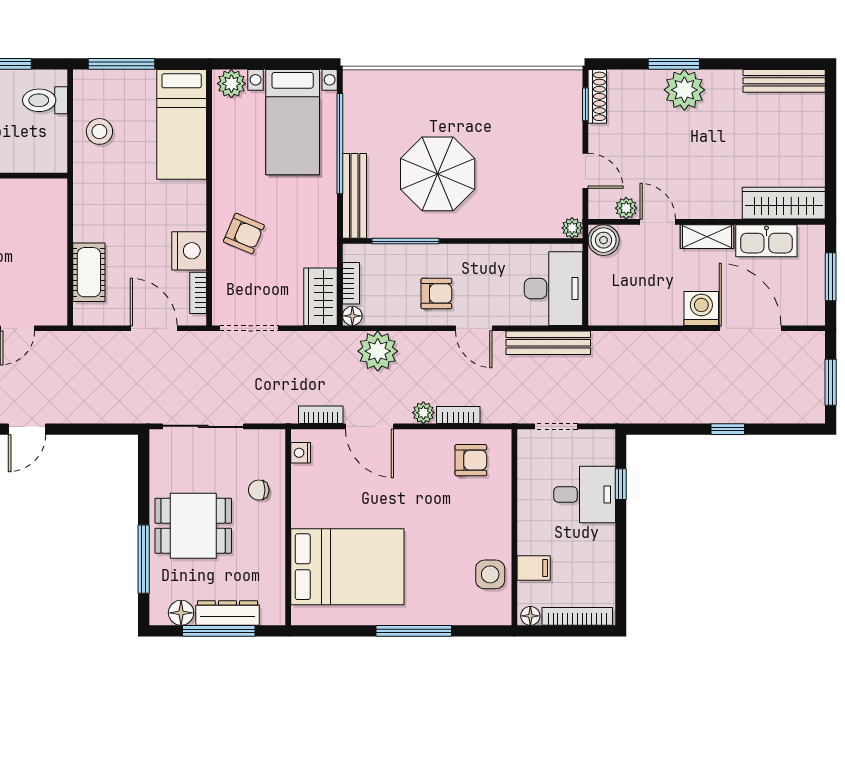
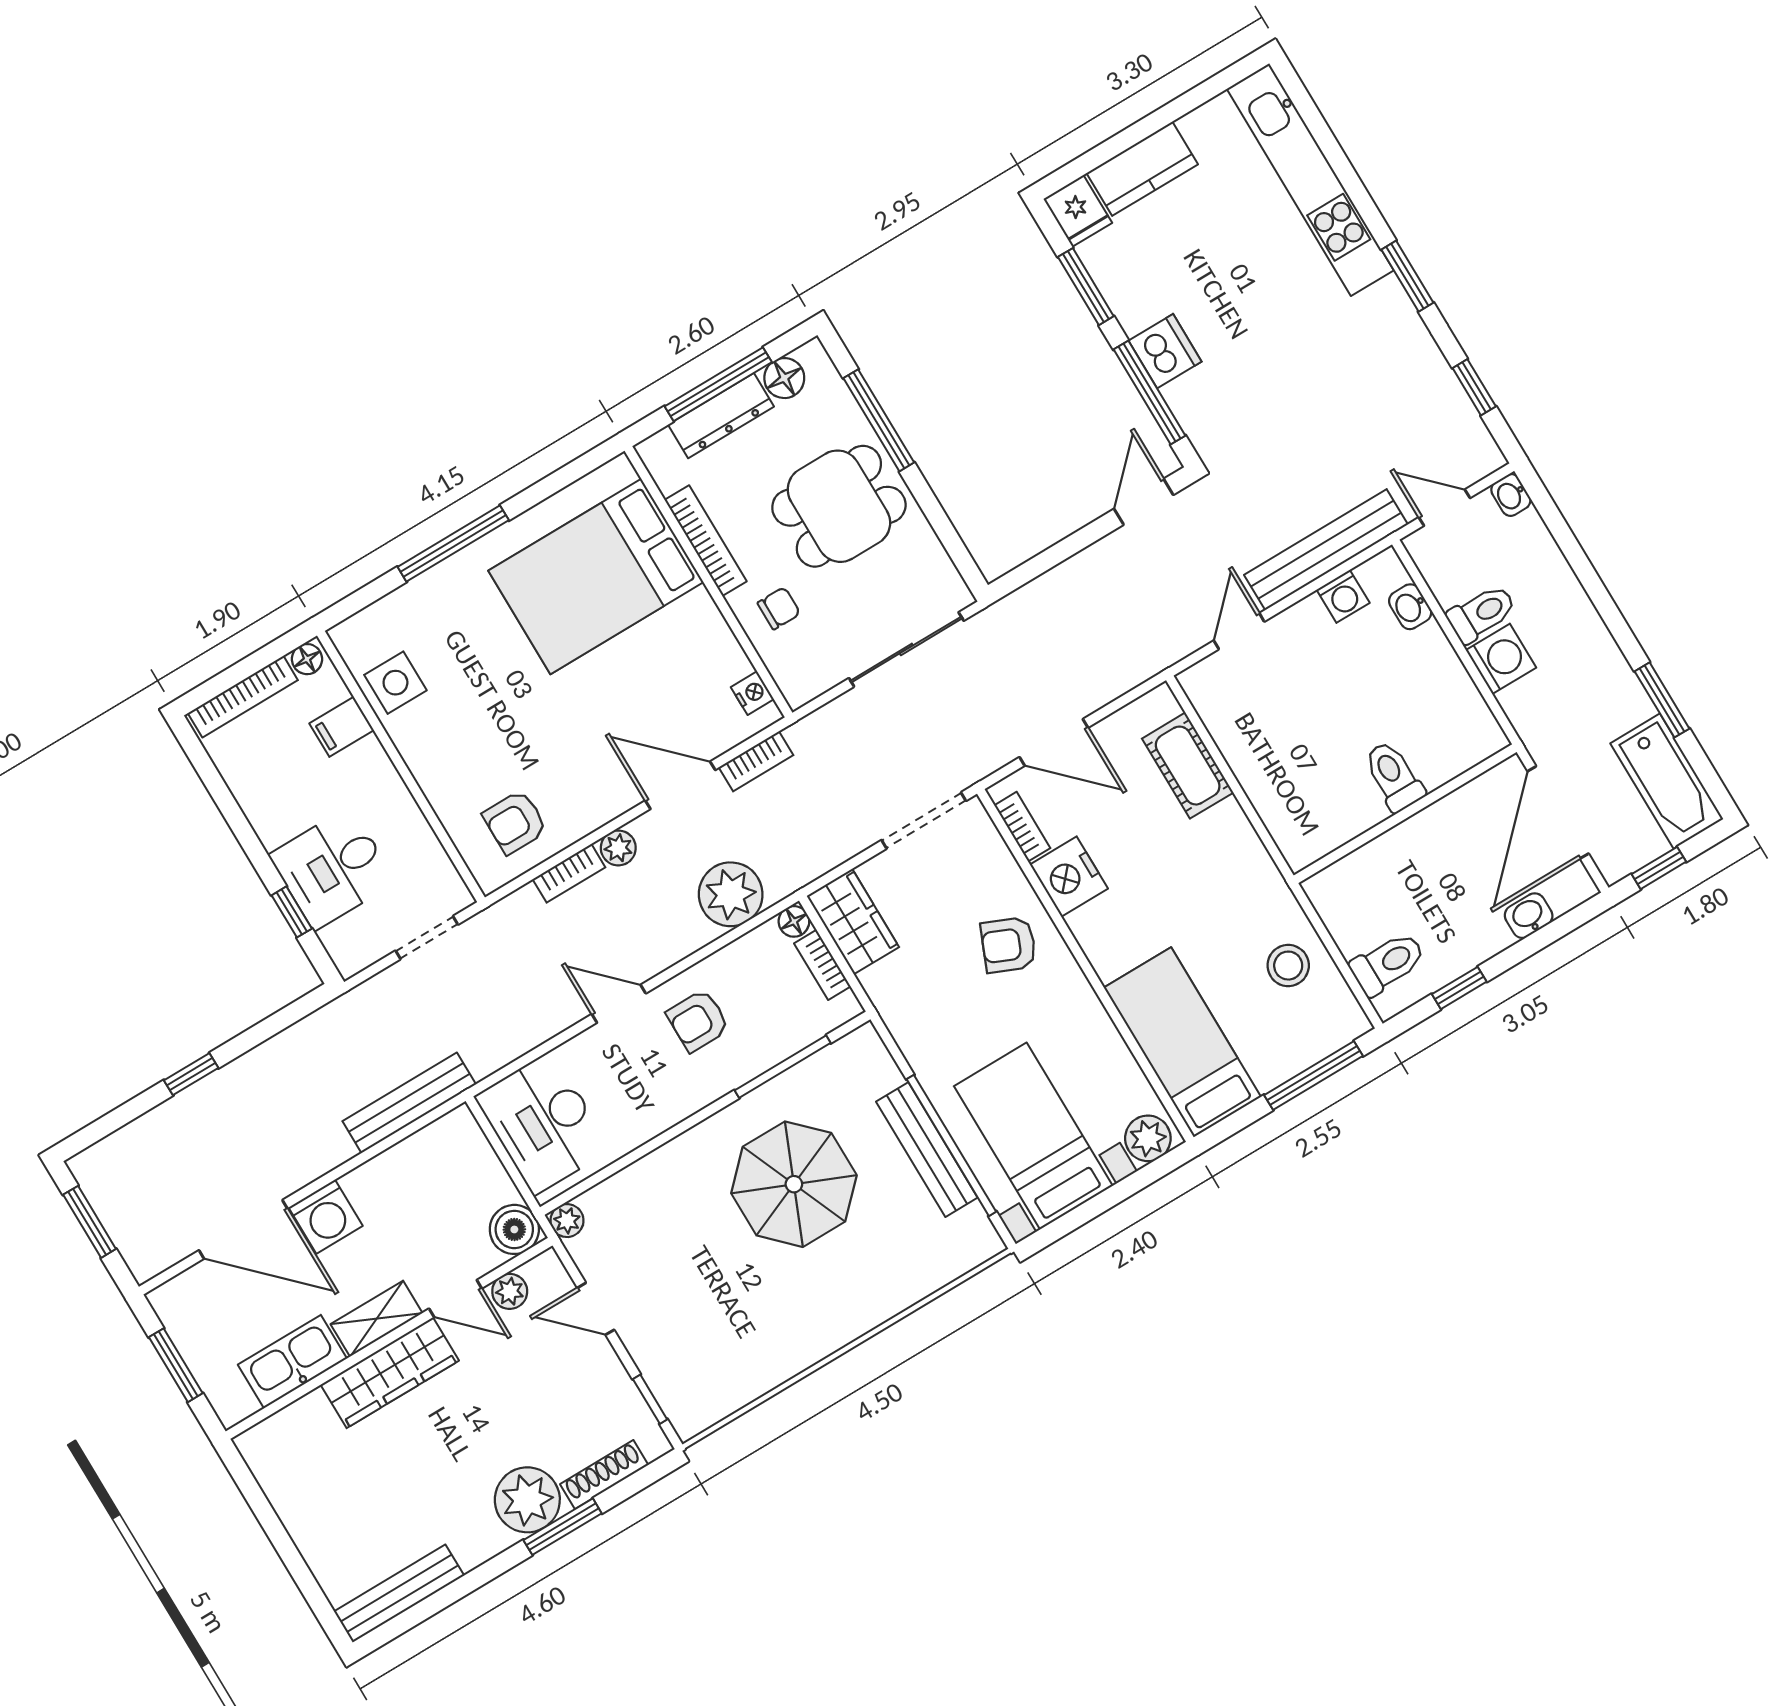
shoe rack: (597, 96) -> (604, 1475), moved, turned 90
bench: (355, 196) -> (927, 1150), moved
wardrobe: (784, 203) -> (390, 1373), moved
bench: (548, 343) -> (409, 1103), moved
bookcase: (276, 550) -> (706, 541), added

